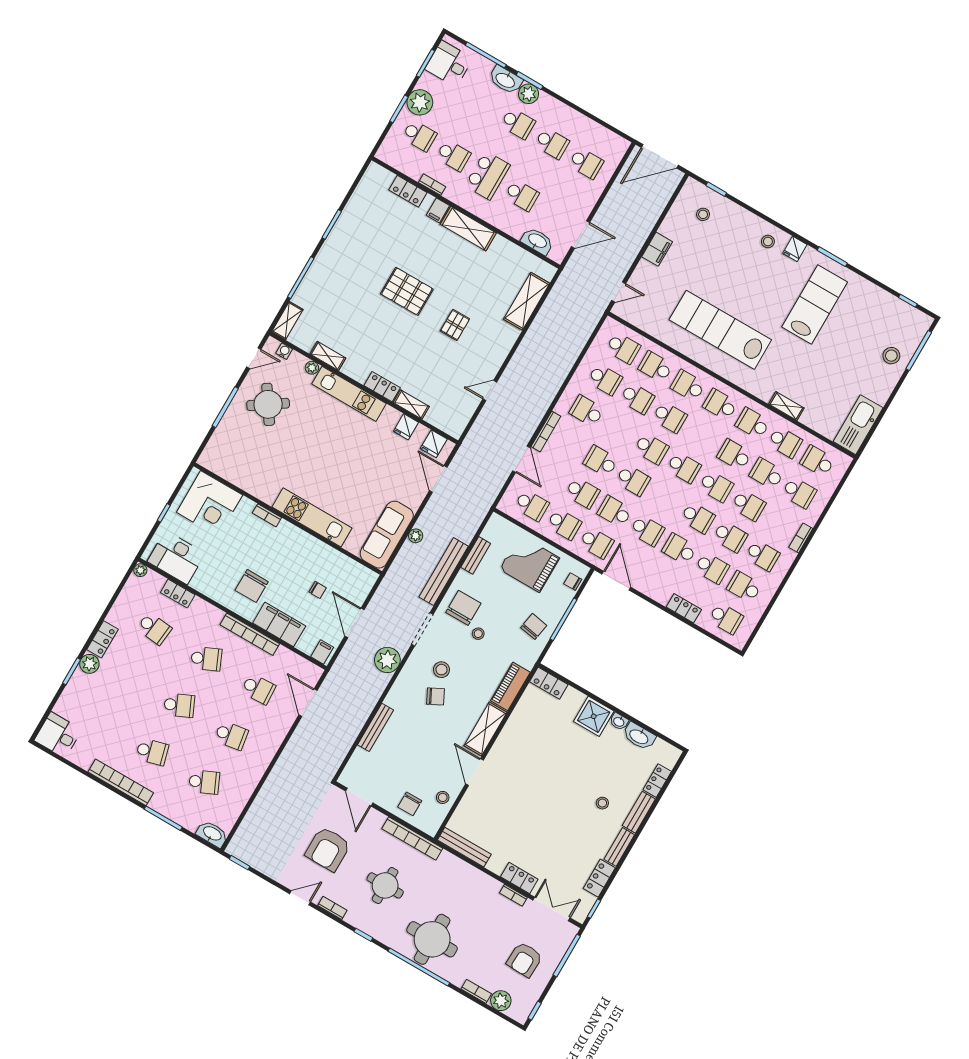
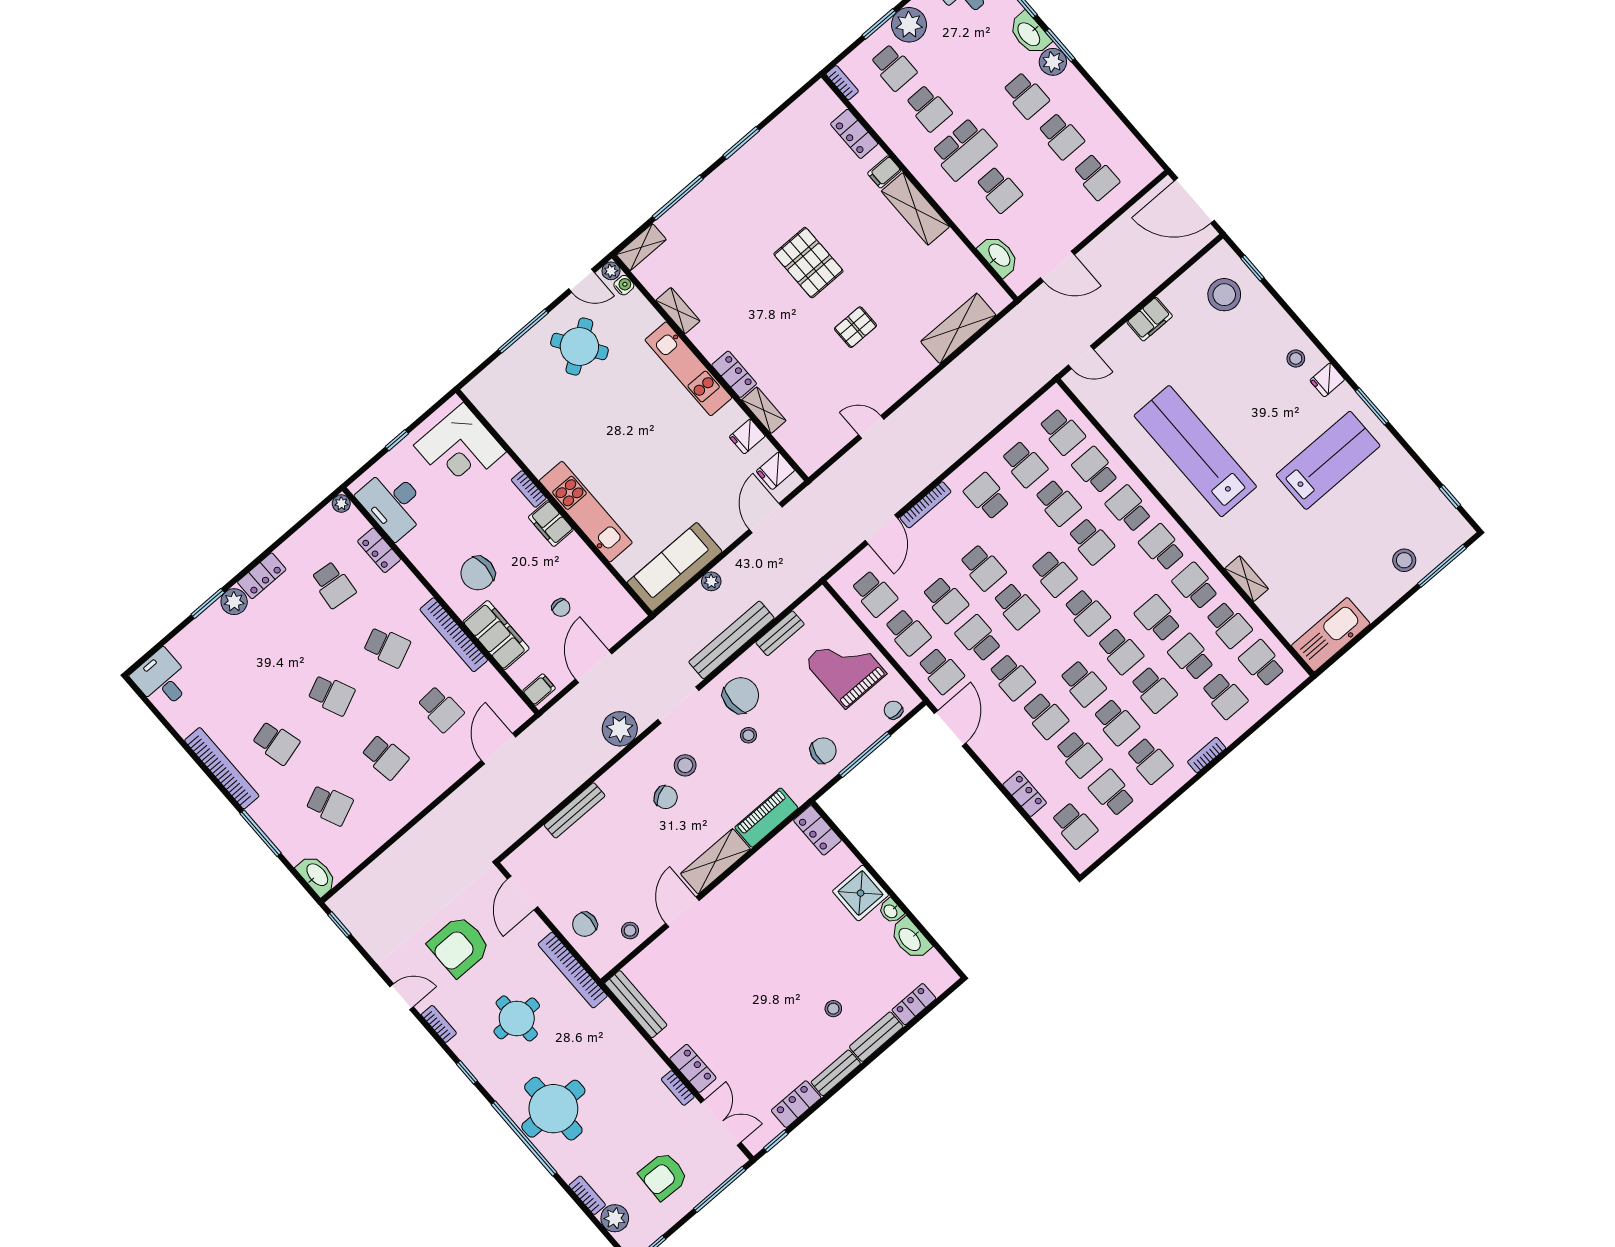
bookcase: (432, 185) -> (842, 83), moved
stool: (703, 214) -> (1224, 295), width x1.89, depth x1.89
plant: (312, 368) -> (611, 271), moved
school desk: (601, 461) -> (983, 567), turned 180
filing cabinet: (290, 534) -> (551, 523), added
school desk: (679, 549) -> (1045, 716), turned 180

